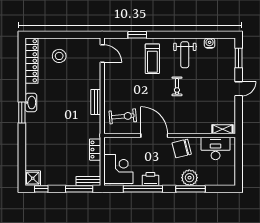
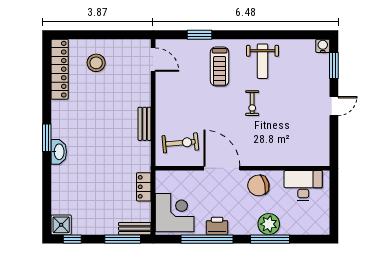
water cooler: (210, 43) -> (323, 46), moved
washbasin: (31, 103) -> (59, 152), moved
shelving: (222, 129) -> (312, 160), removed

